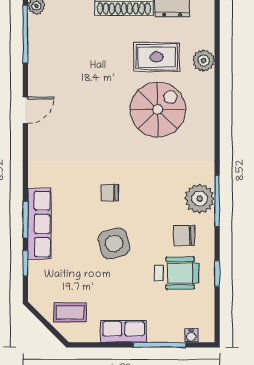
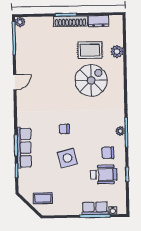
plant: (200, 199) -> (120, 131), width x0.53, depth x0.53
row of seats: (123, 331) -> (95, 208), moved

